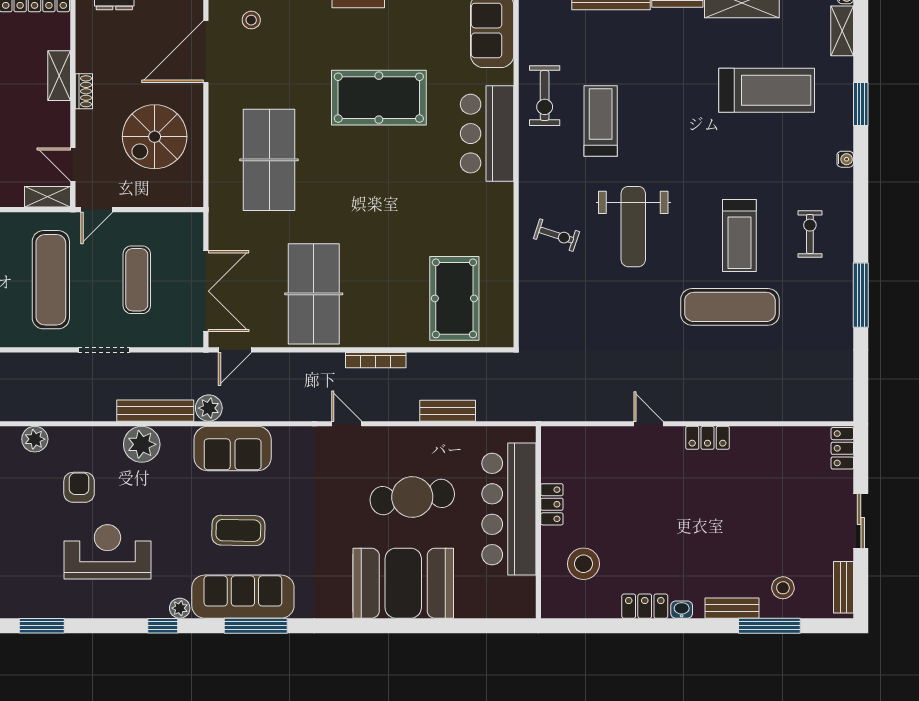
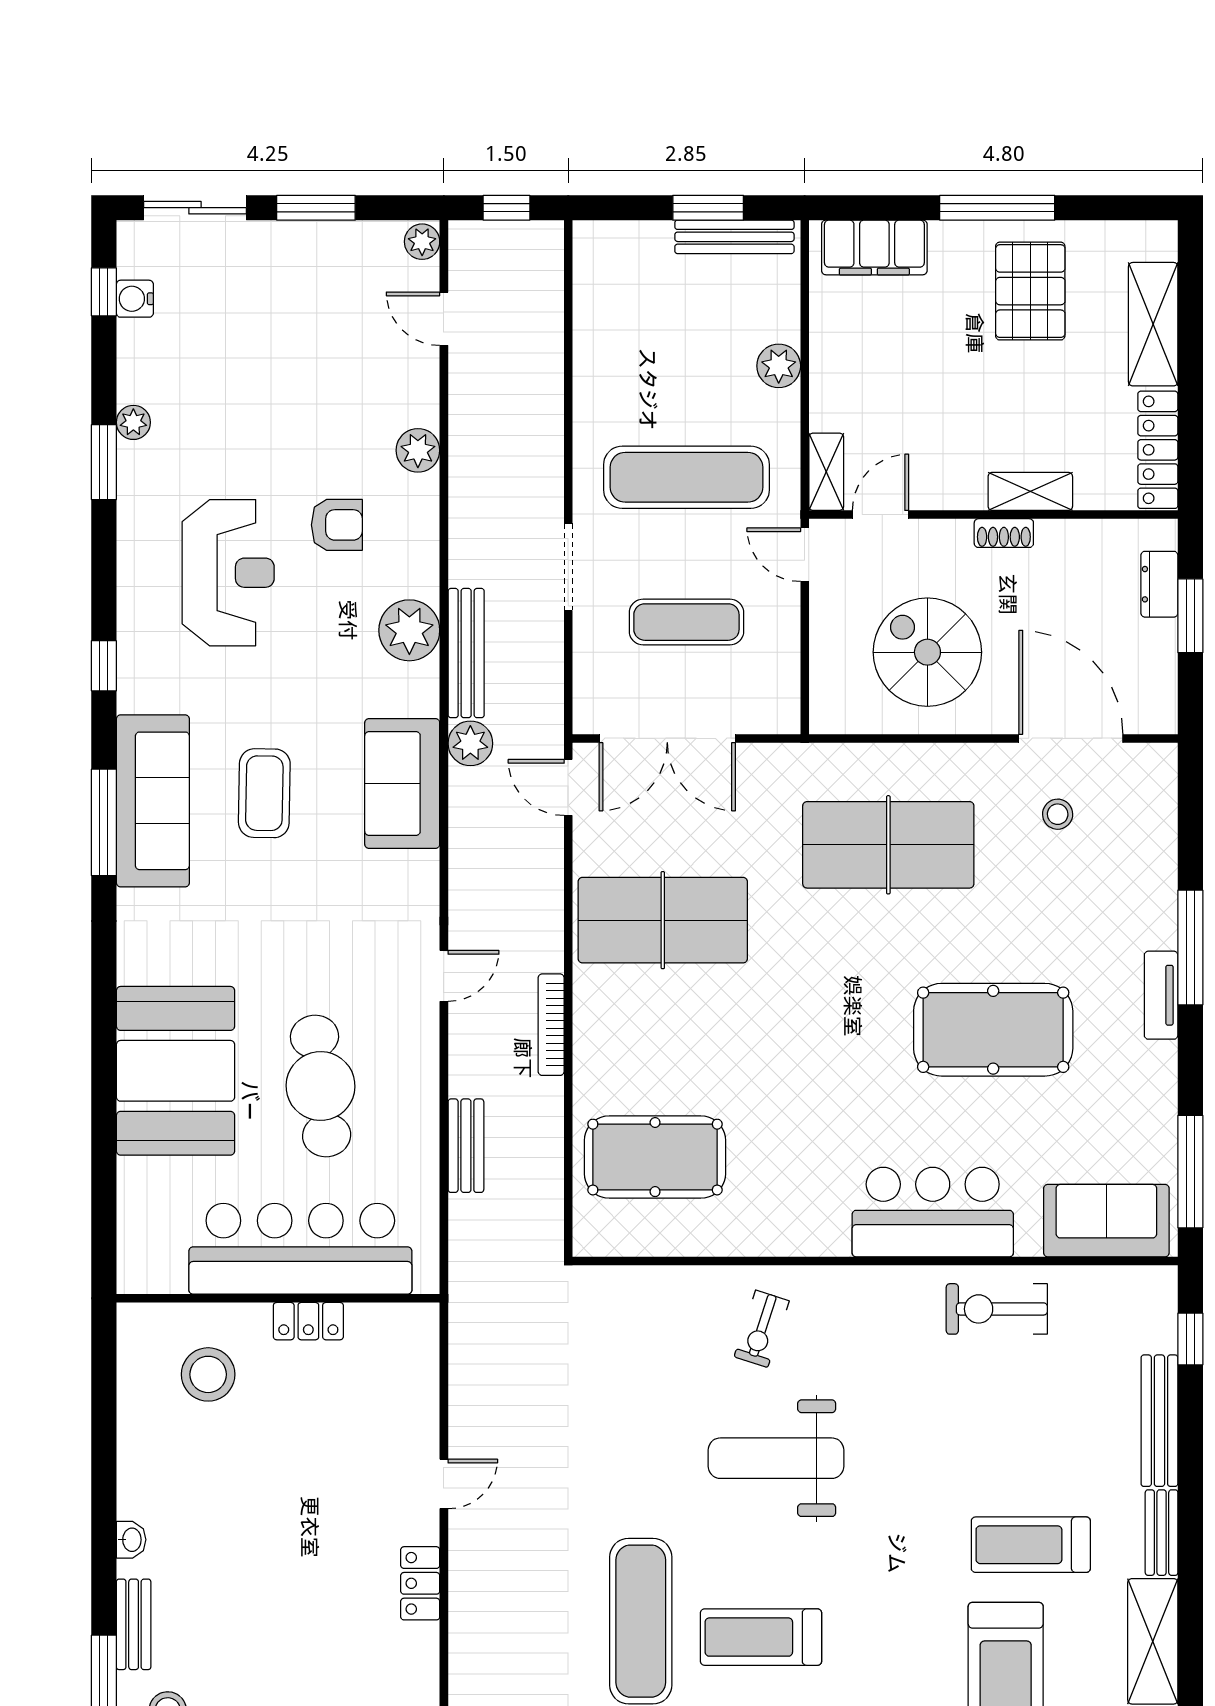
stool: (251, 20) -> (1058, 814), moved
pool table: (379, 98) -> (993, 1030), turned 90
treadmill: (601, 121) -> (1031, 1545), moved, turned 180
locker: (645, 606) -> (137, 1478), removed
plant: (180, 608) -> (133, 422), moved

